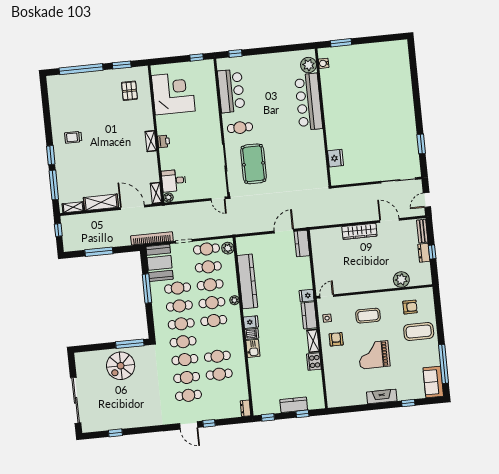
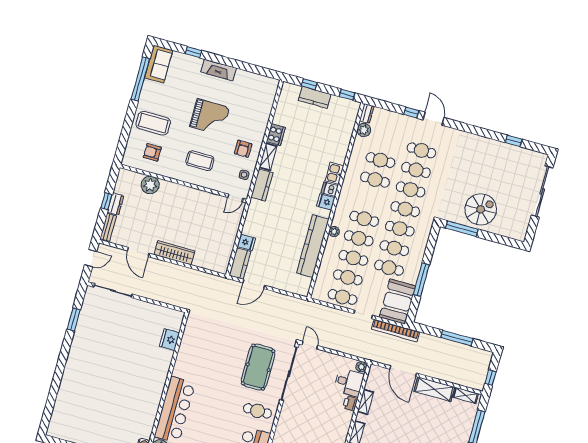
printer: (164, 141) -> (350, 403), moved
shelving: (156, 193) -> (366, 402), moved
plant: (228, 248) -> (364, 130), moved
fridge: (307, 296) -> (246, 242), moved

